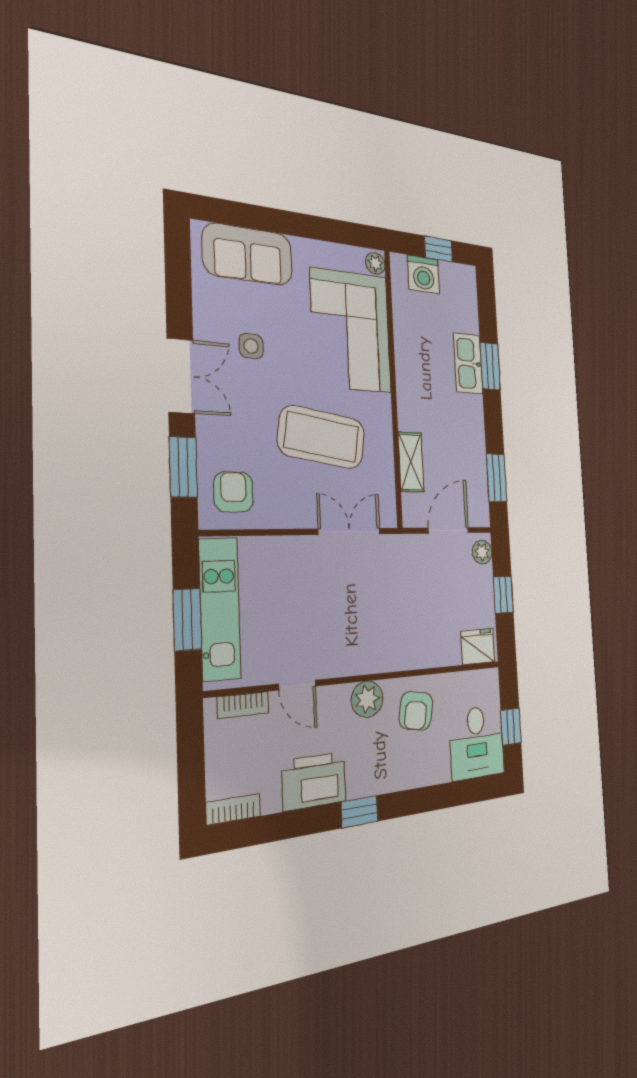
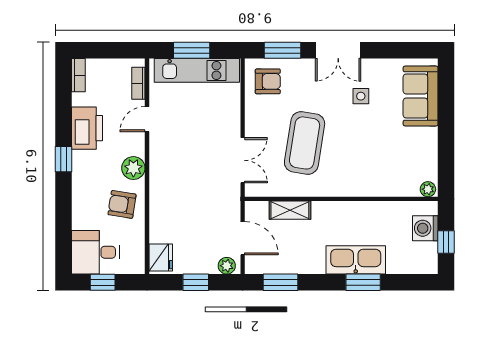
corner sofa: (351, 331) -> (378, 168), removed
kitchen sink: (468, 363) -> (356, 260), width x1.36, depth x1.24

